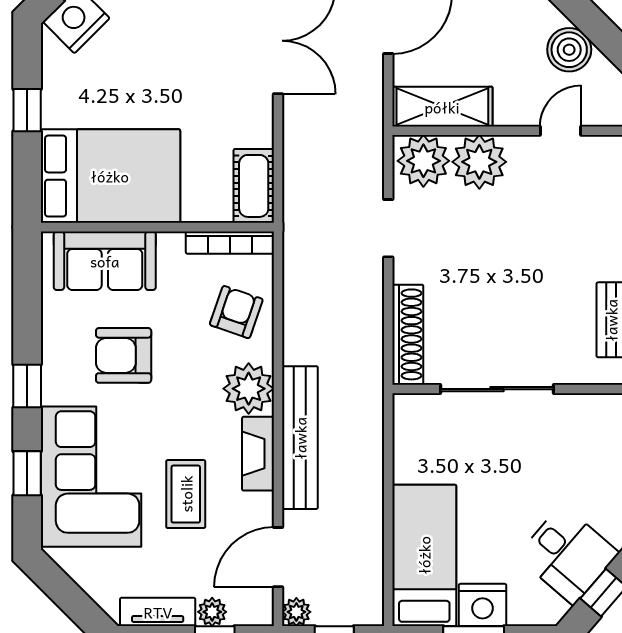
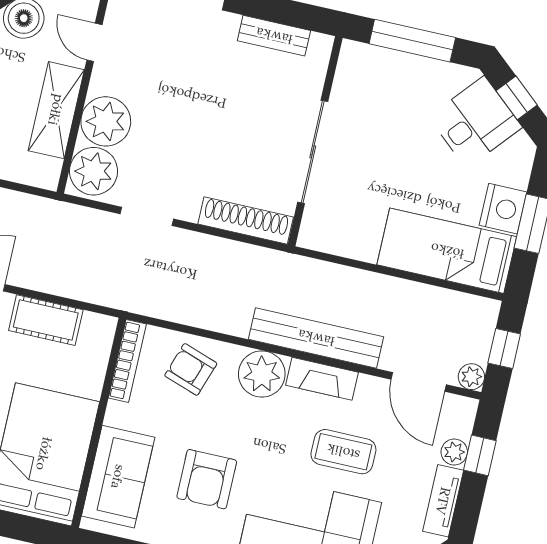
shelving: (442, 107) -> (56, 110), moved
cot: (254, 186) -> (46, 320), moved

